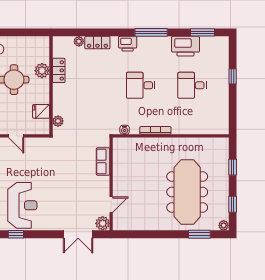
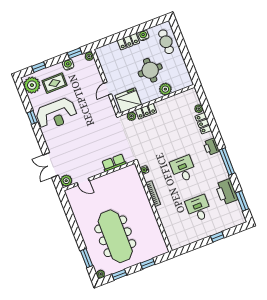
locker: (59, 70) -> (146, 111), moved
fridge: (41, 111) -> (128, 100), width x1.88, depth x1.34
meeting table: (187, 192) -> (115, 236), turned 90

